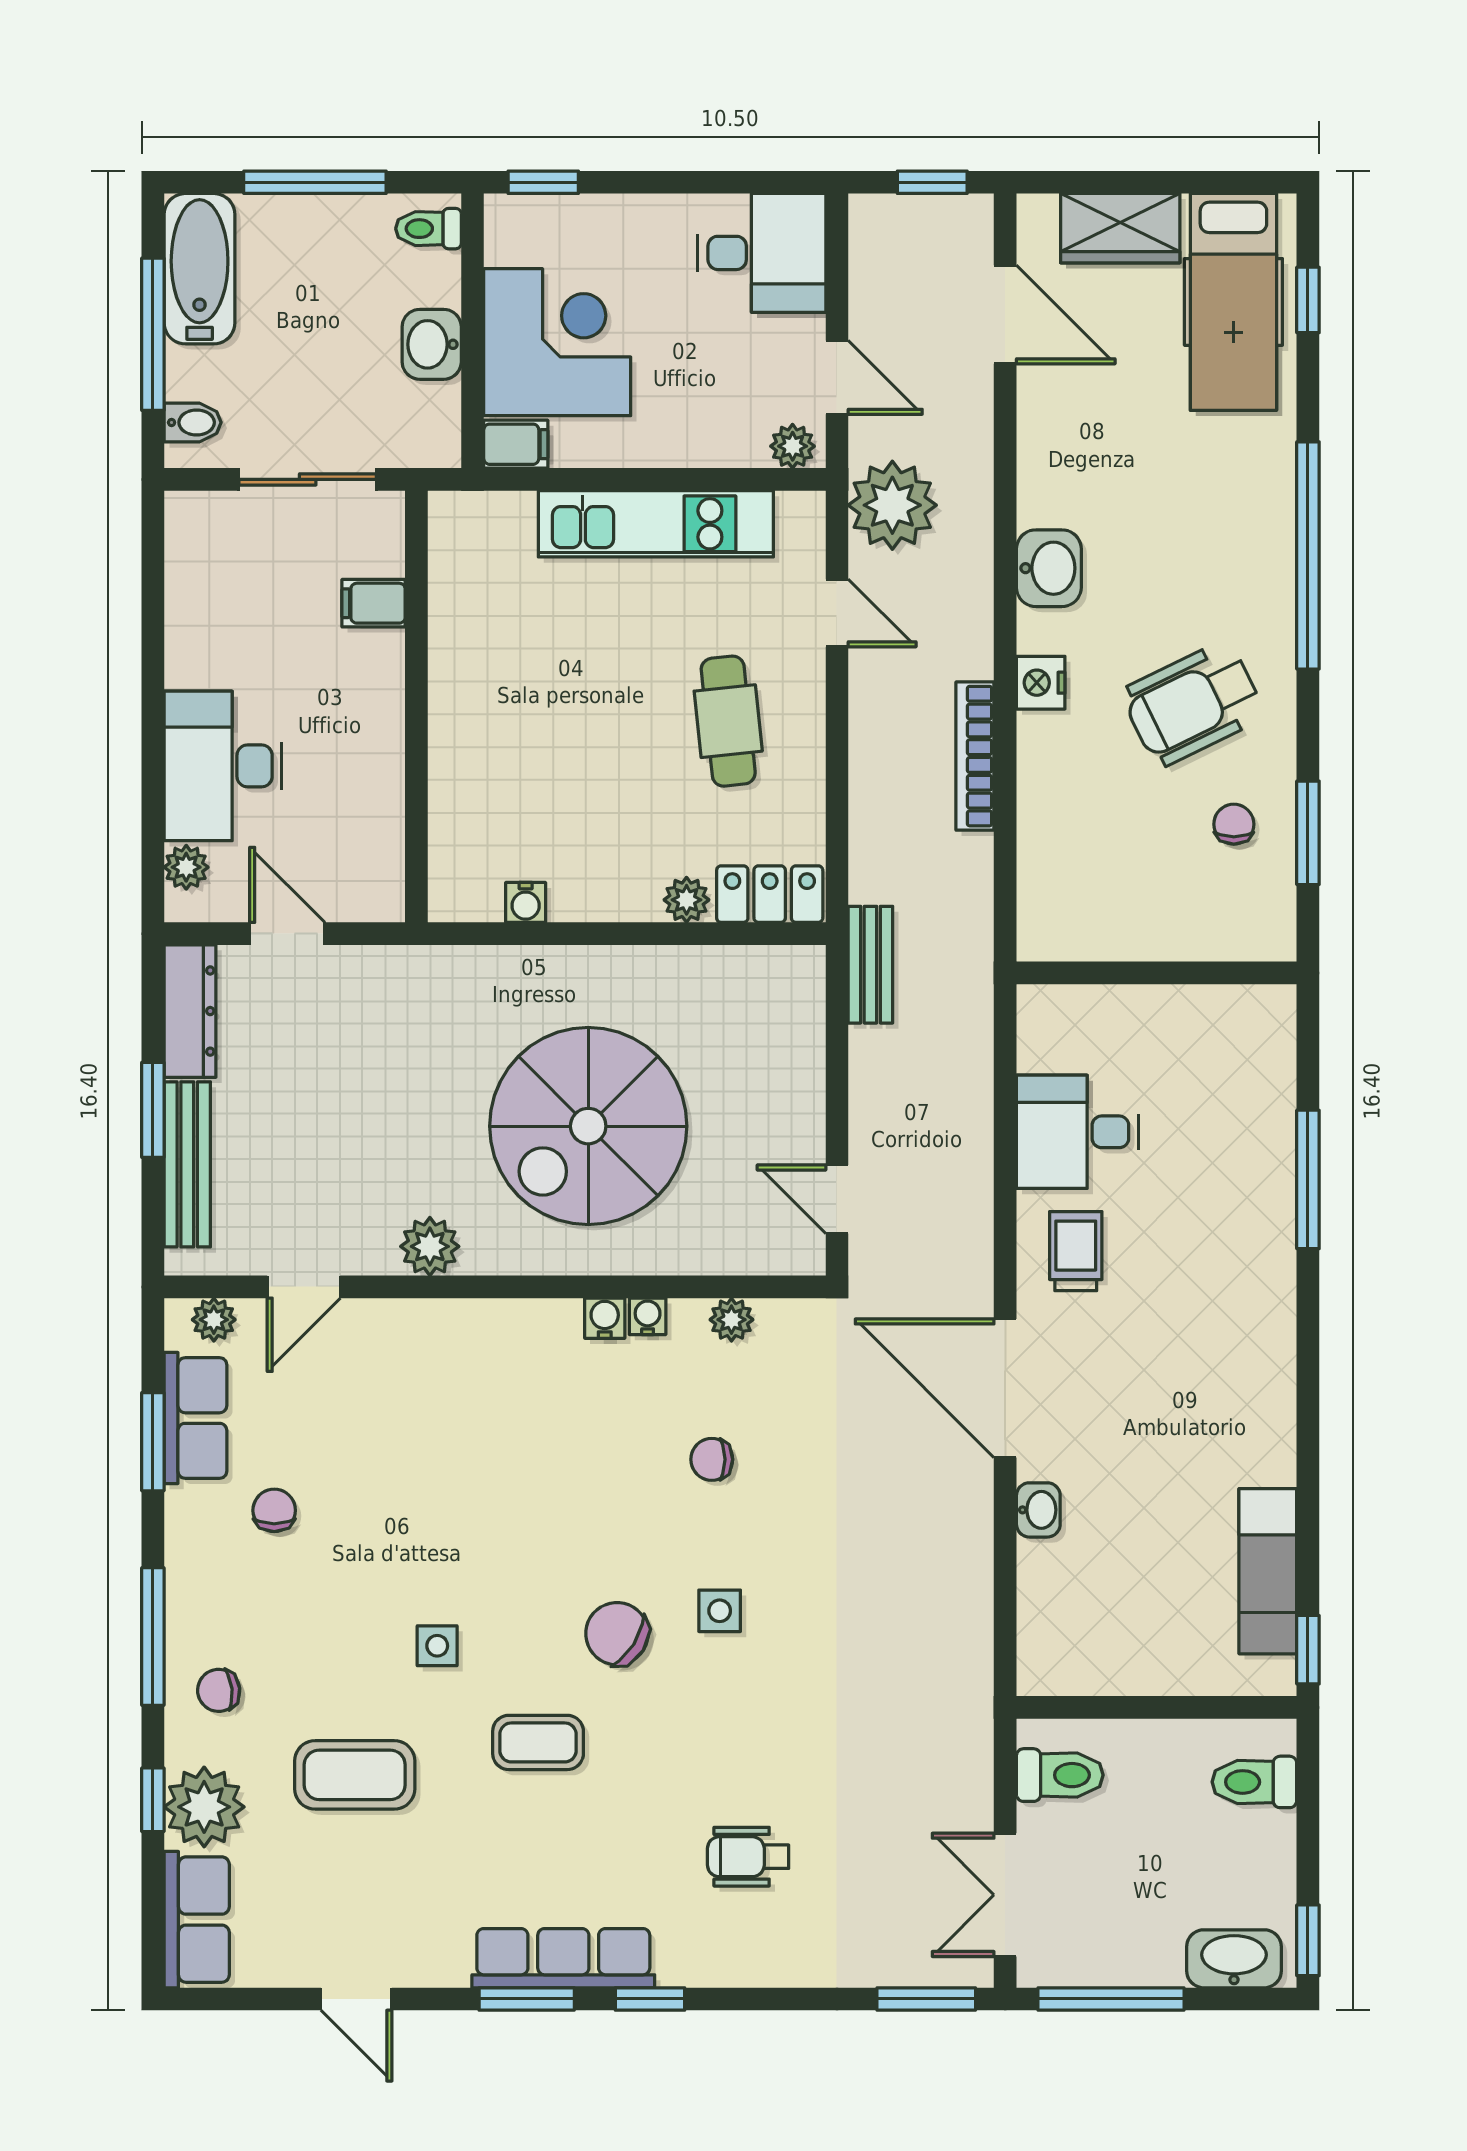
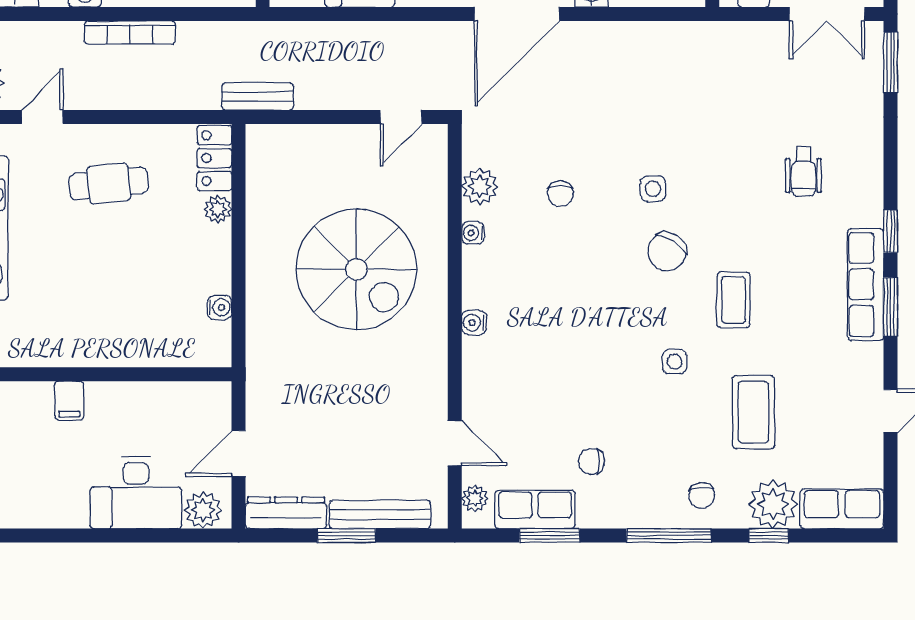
filing cabinet: (374, 603) -> (69, 401), moved
plant: (186, 867) -> (203, 510), width x1.38, depth x1.38
plant: (430, 1246) -> (430, 366), removed
water cooler: (605, 1318) -> (474, 323), moved
plant: (731, 1320) -> (480, 186), width x1.38, depth x1.38

